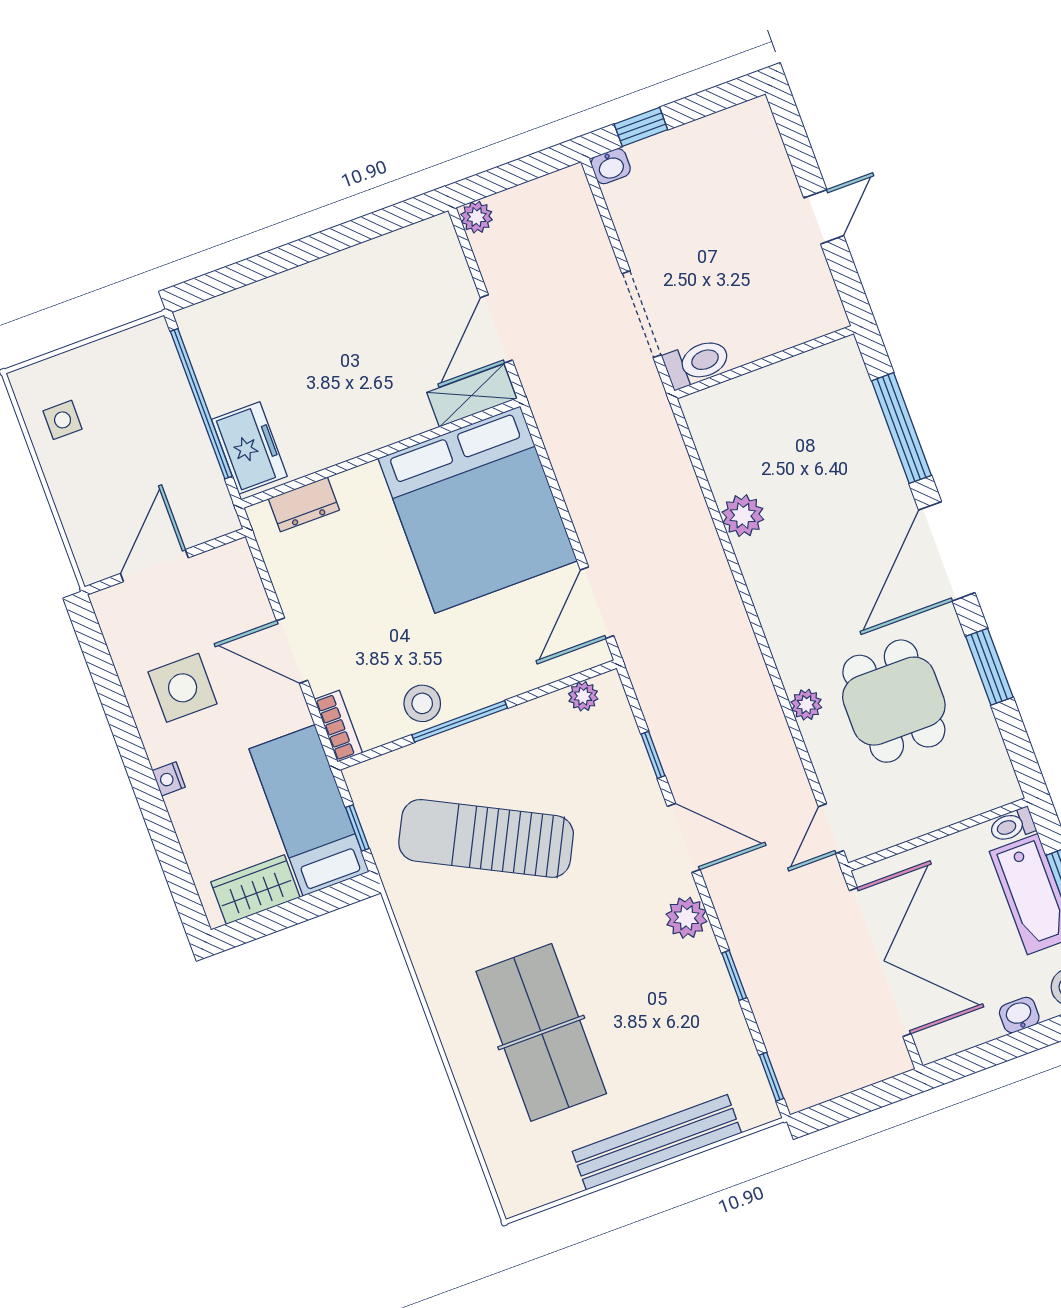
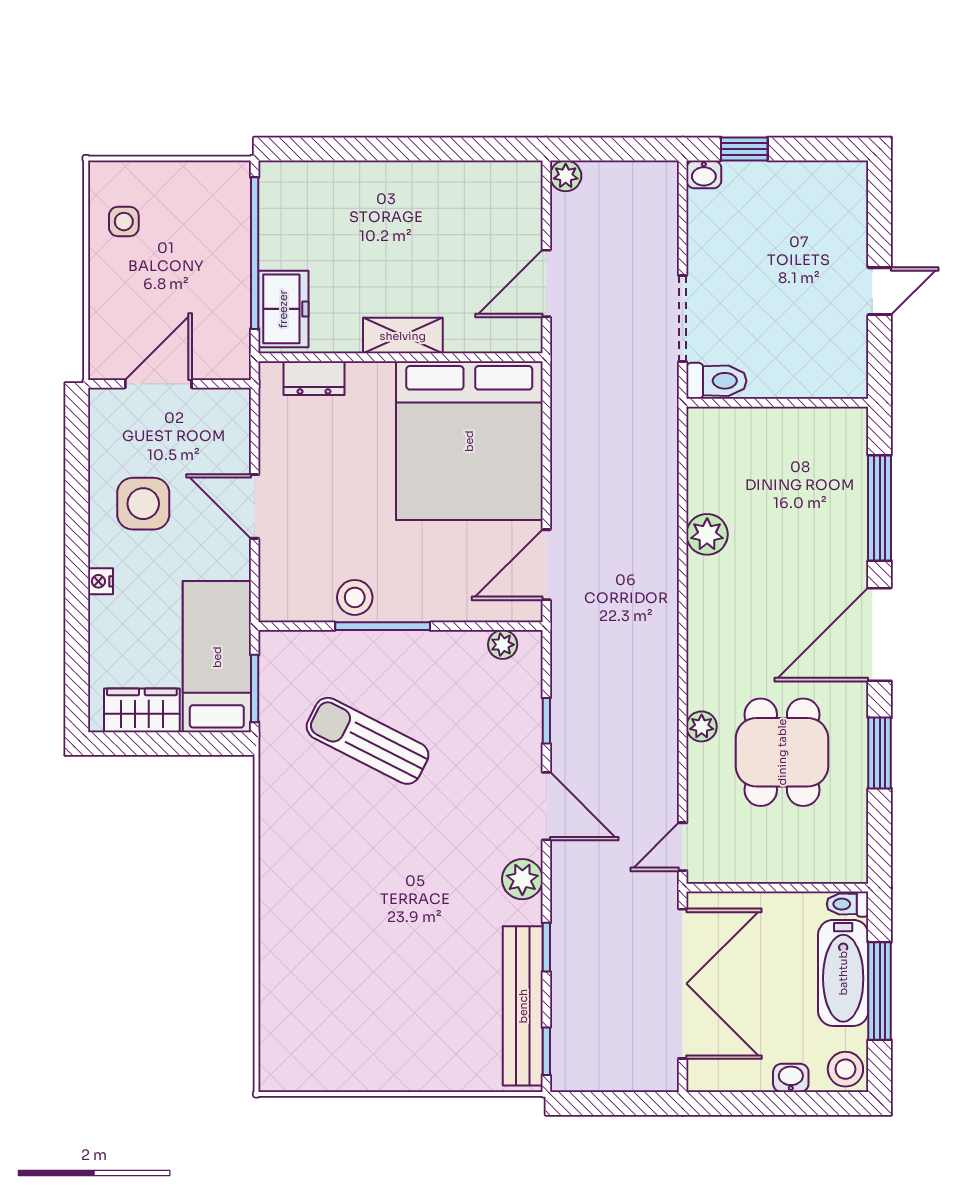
shelving: (472, 396) -> (403, 336), moved
bookcase: (338, 726) -> (271, 590), removed
window: (357, 828) -> (255, 688), width x1.50
sun lounger: (486, 838) -> (368, 741), width x0.73, depth x0.75
table tennis table: (541, 1032) -> (353, 935), removed
bench: (657, 1142) -> (523, 1006), moved, turned 90

